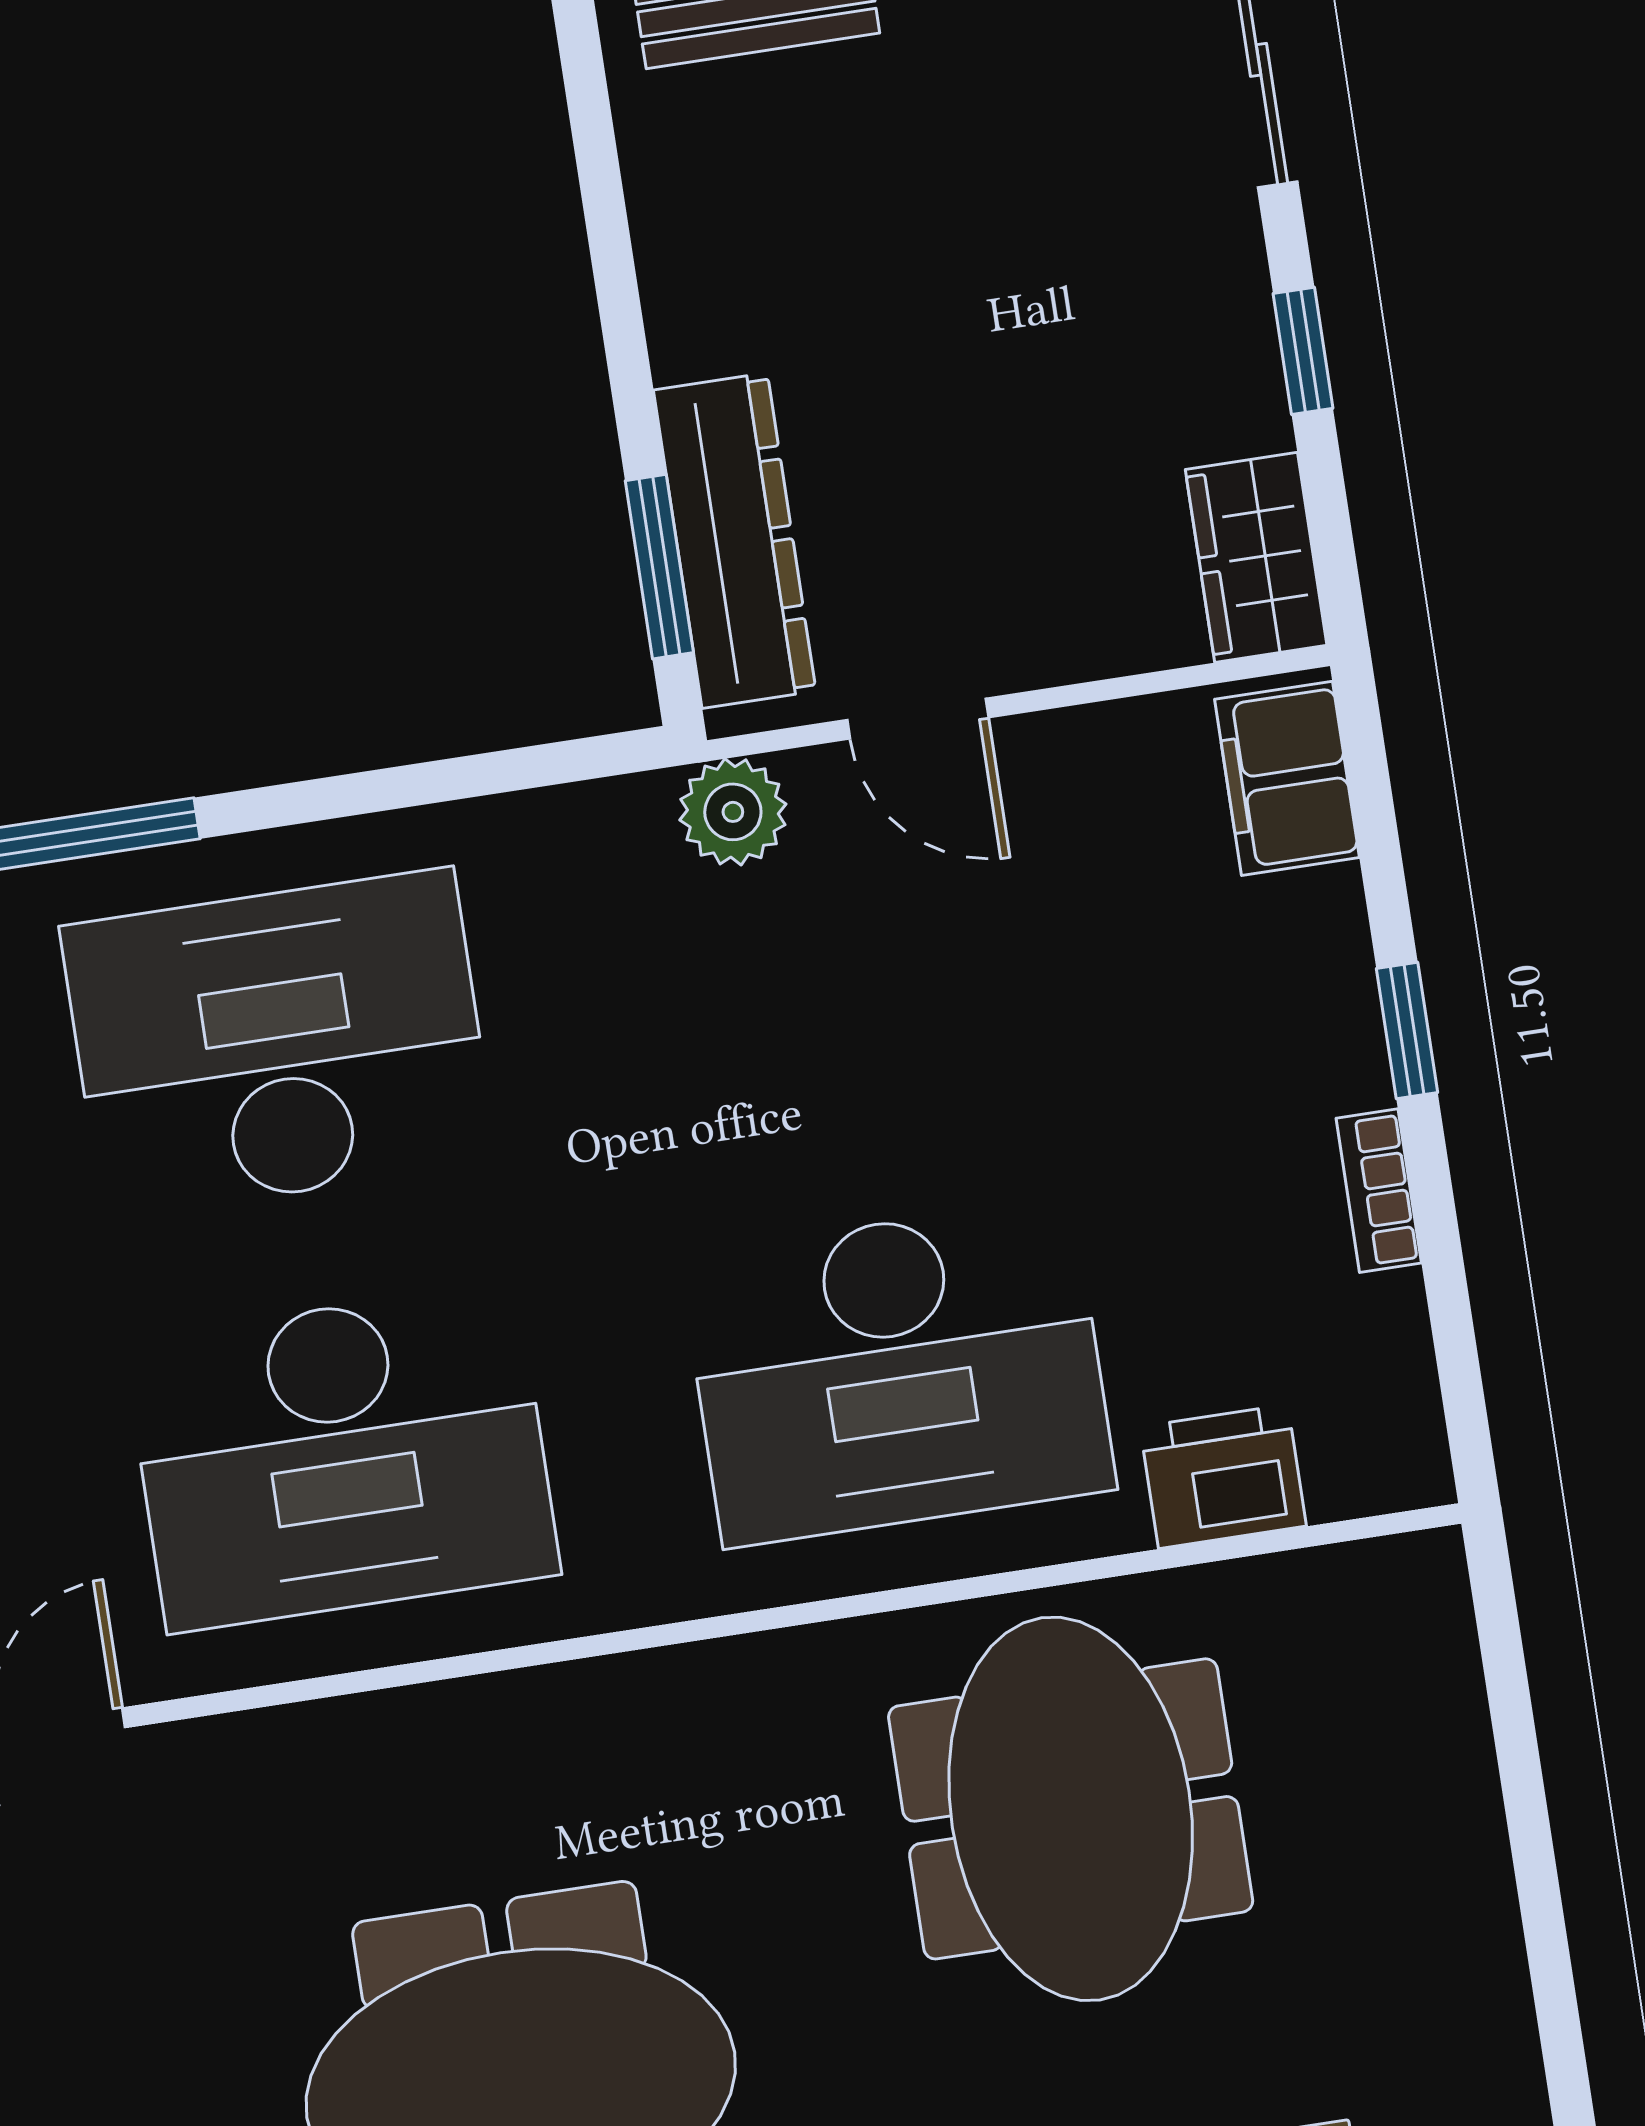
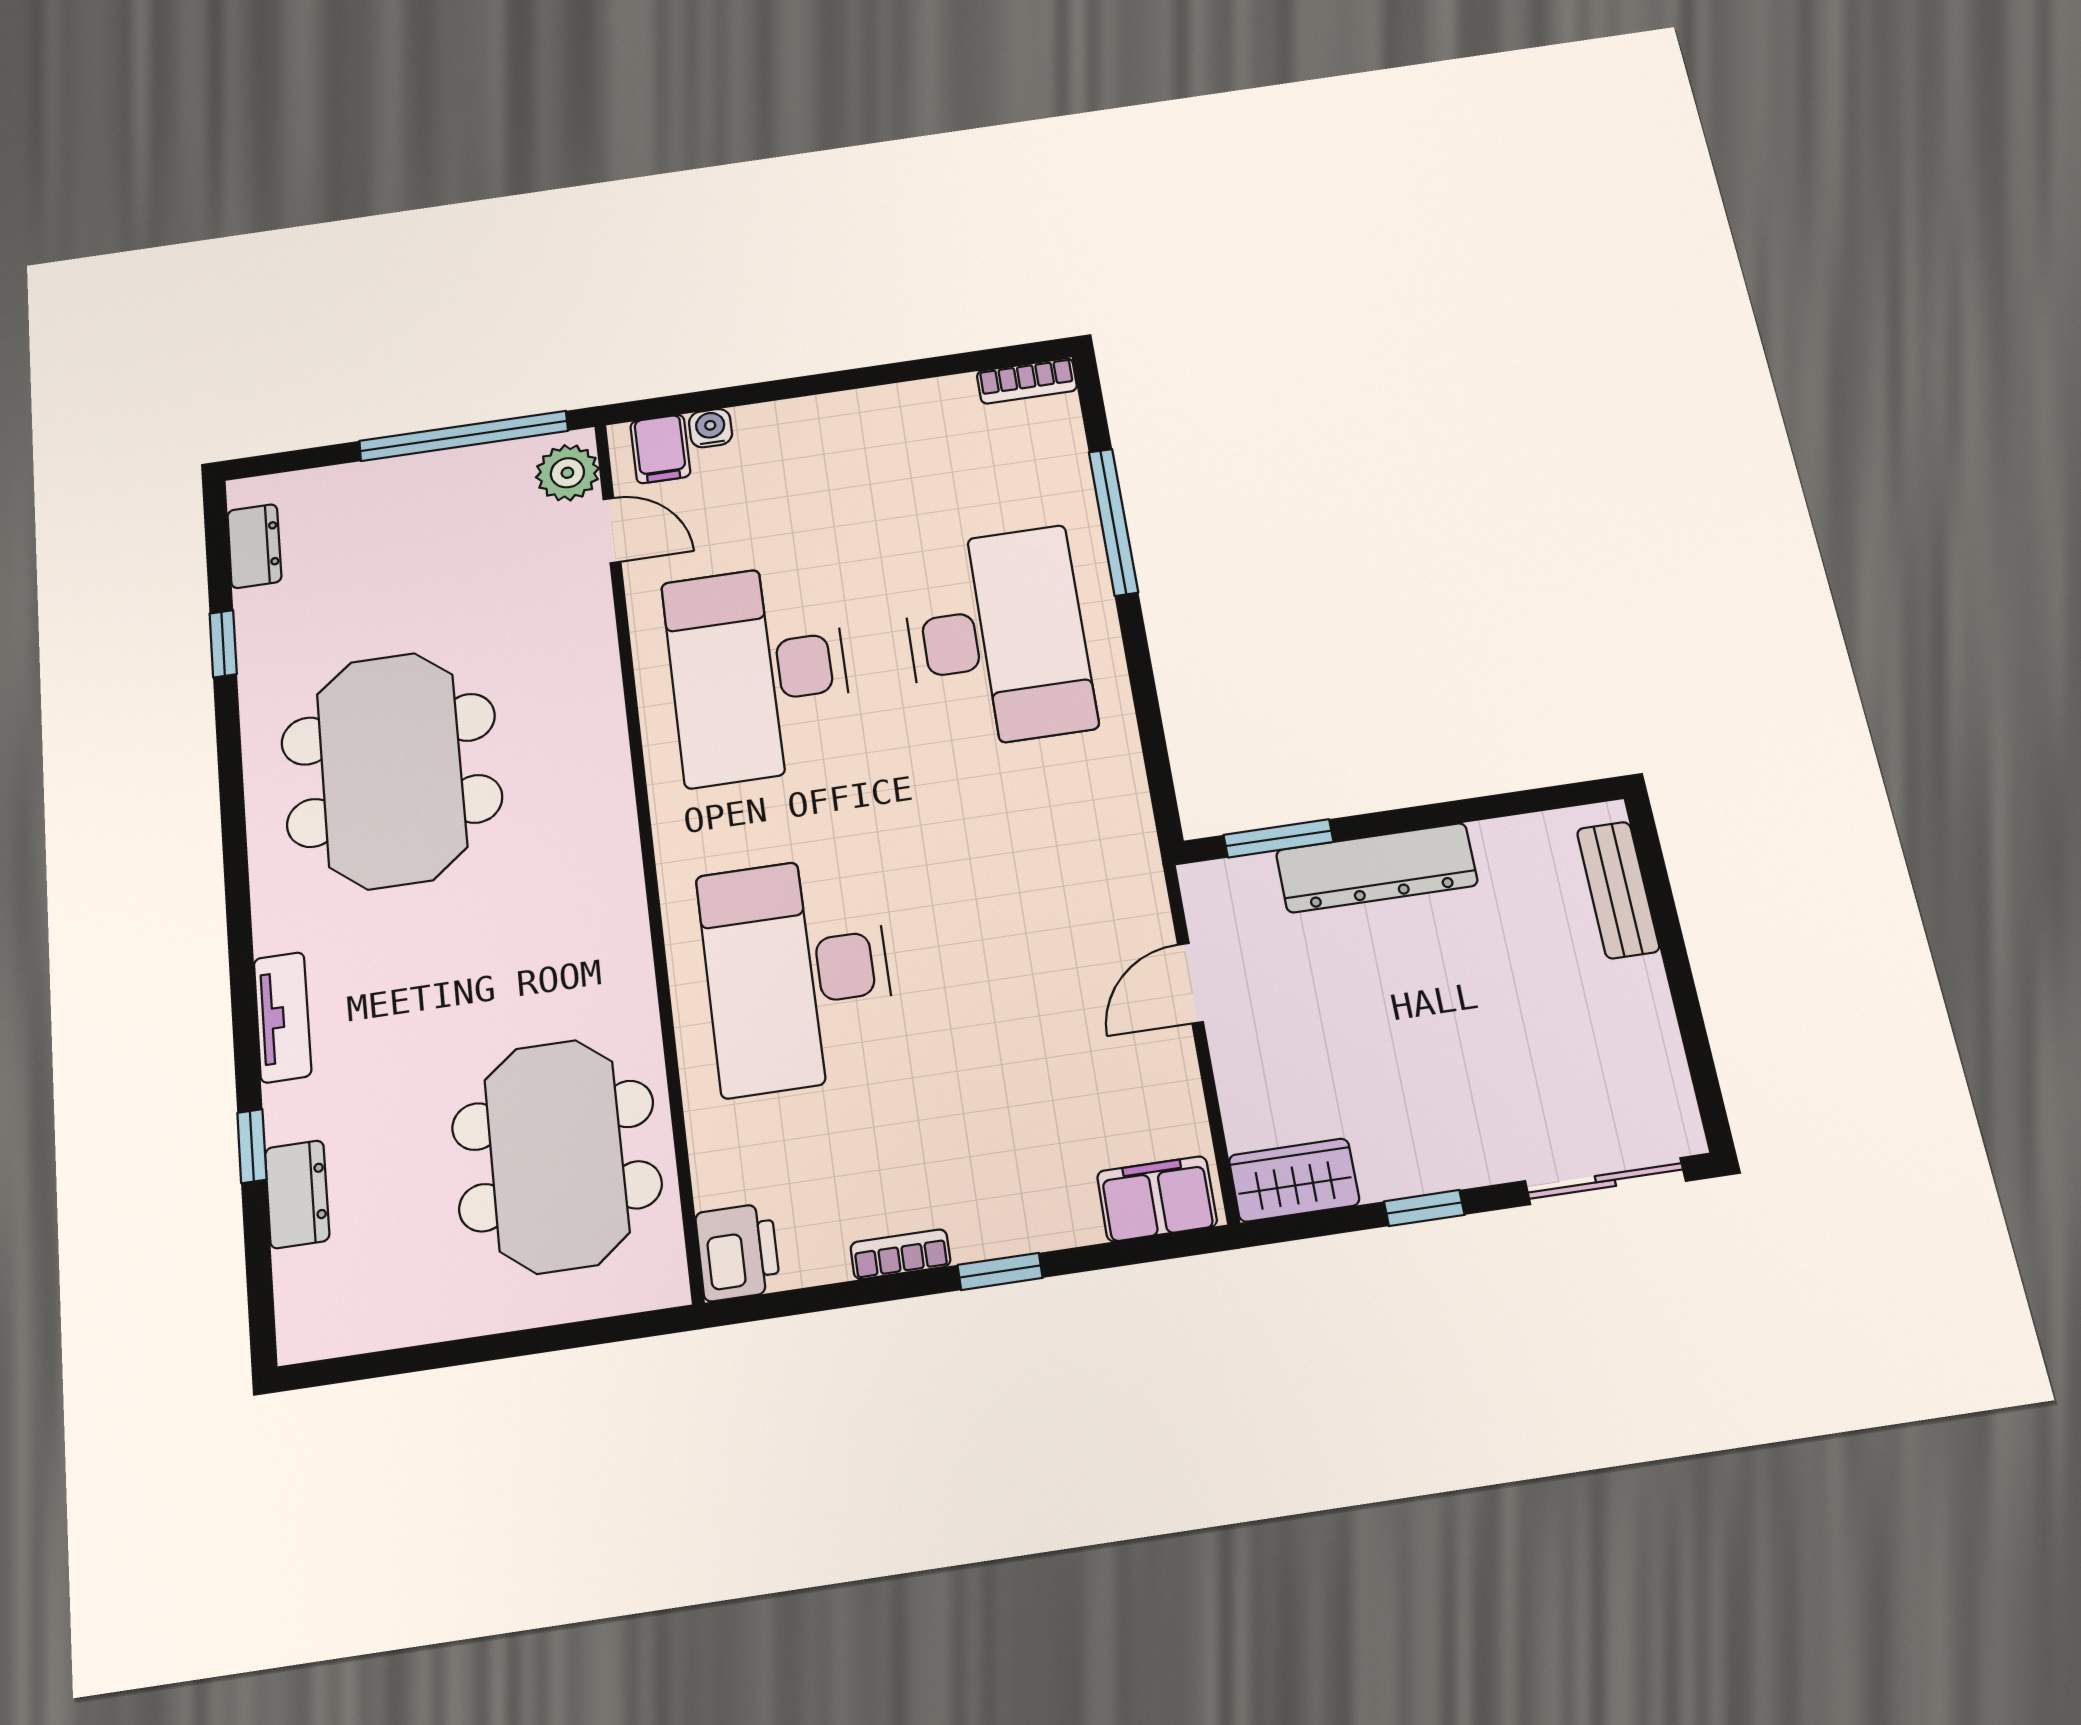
dresser: (735, 541) -> (1377, 868), moved
plant: (733, 812) -> (1133, 880), removed
printer: (1223, 1476) -> (738, 1252), moved
meeting table: (1071, 1809) -> (557, 1156), moved, turned 90

